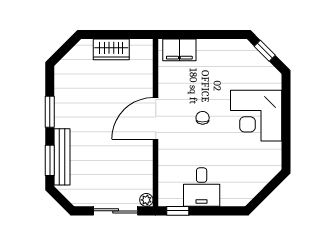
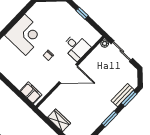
bench: (62, 157) -> (123, 95), width x0.73
desk: (202, 187) -> (76, 47), moved, turned 90
window: (178, 211) -> (82, 13), moved

